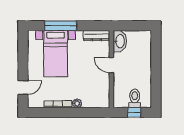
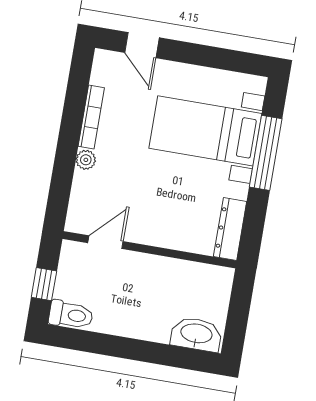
washbasin: (120, 41) -> (196, 334), moved, turned 180
door: (111, 65) -> (105, 242), moved
toilet: (135, 98) -> (71, 315), moved

